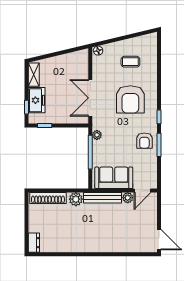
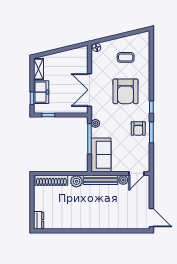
sofa: (114, 178) -> (101, 155), moved, turned 90

